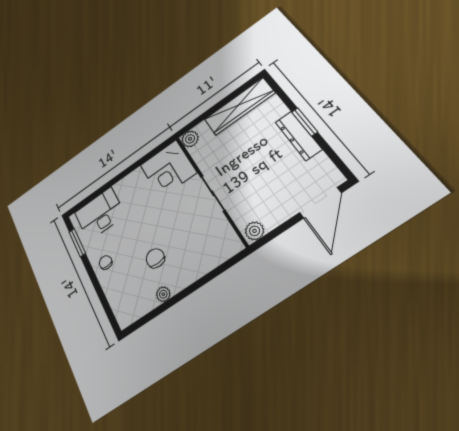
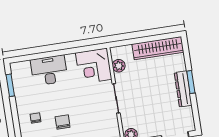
plant: (190, 139) -> (119, 66), moved
desk: (100, 214) -> (49, 70), moved
chair: (106, 262) -> (36, 118), moved

